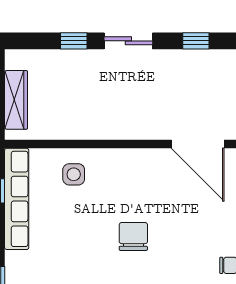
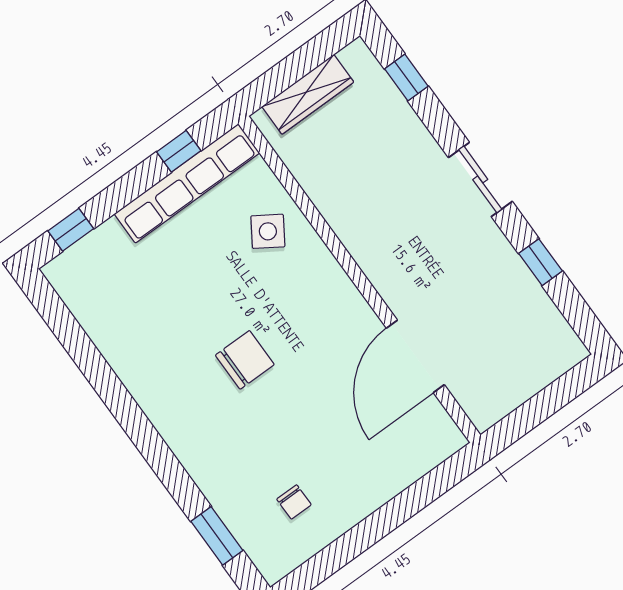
window: (74, 41) -> (406, 78), moved
side table: (74, 174) -> (268, 231), turned 33

